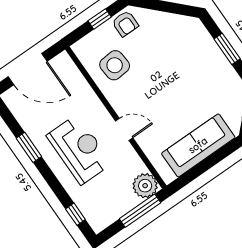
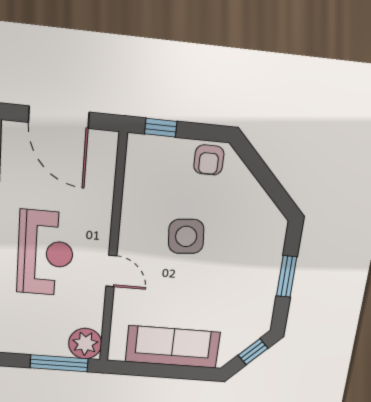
window: (100, 19) -> (161, 128), moved
side table: (115, 65) -> (186, 236), moved

